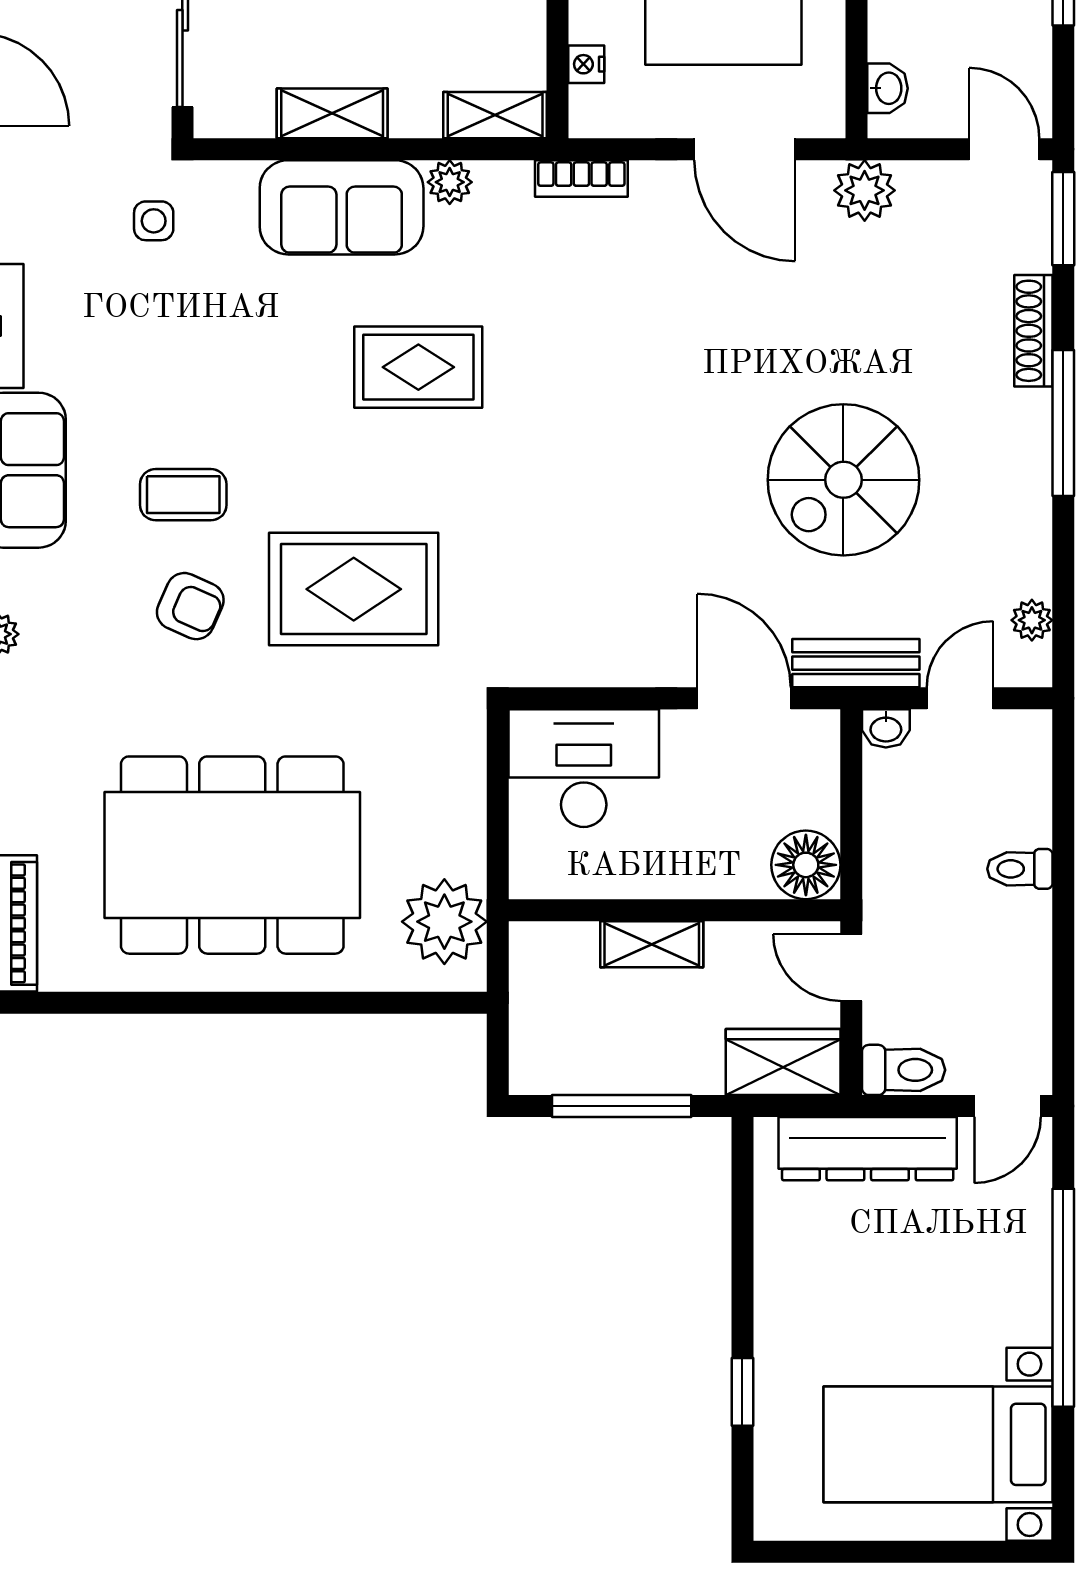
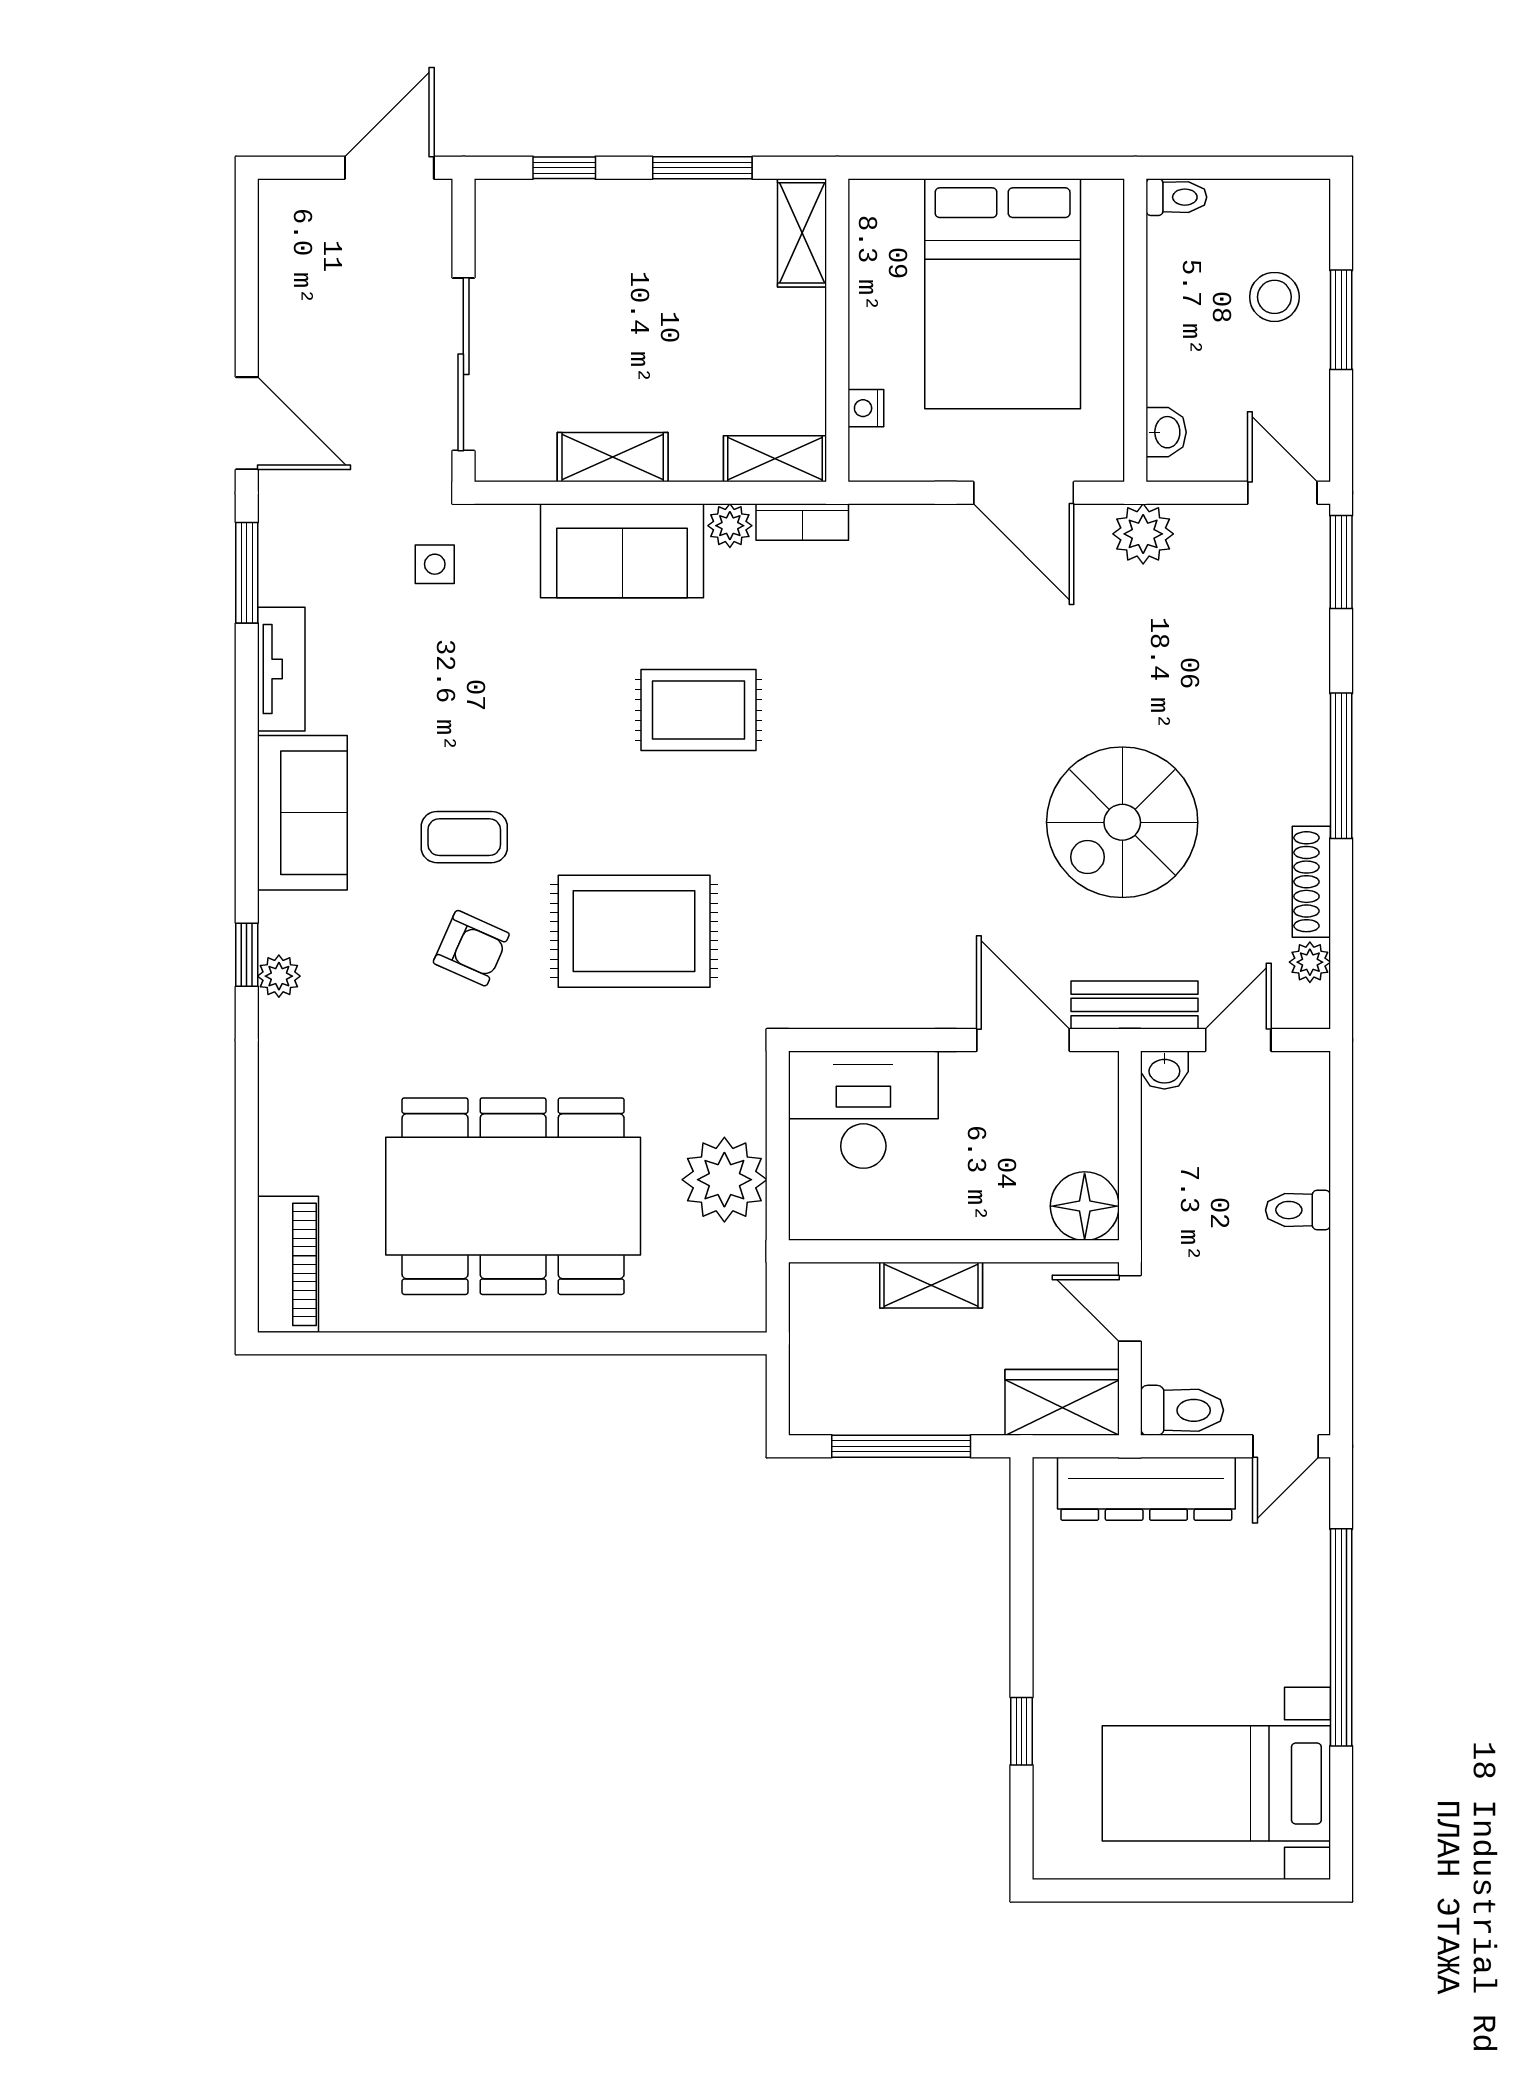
bookcase: (581, 179) -> (802, 522), moved
shoe rack: (1033, 331) -> (1311, 882), moved
plant: (444, 922) -> (724, 1180), moved

